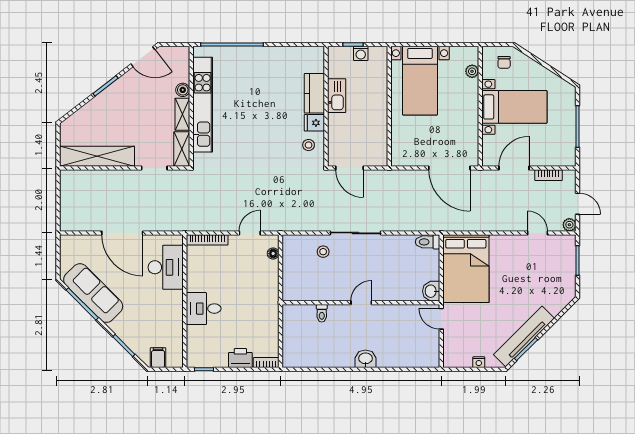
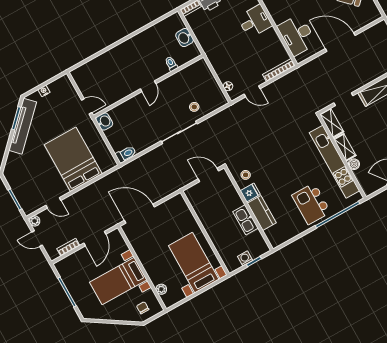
kitchen island: (254, 73) -> (311, 204), added
door: (250, 233) -> (252, 91), hinge flipped
bed: (466, 269) -> (73, 159), moved
washbasin: (365, 359) -> (185, 38), moved, turned 90

